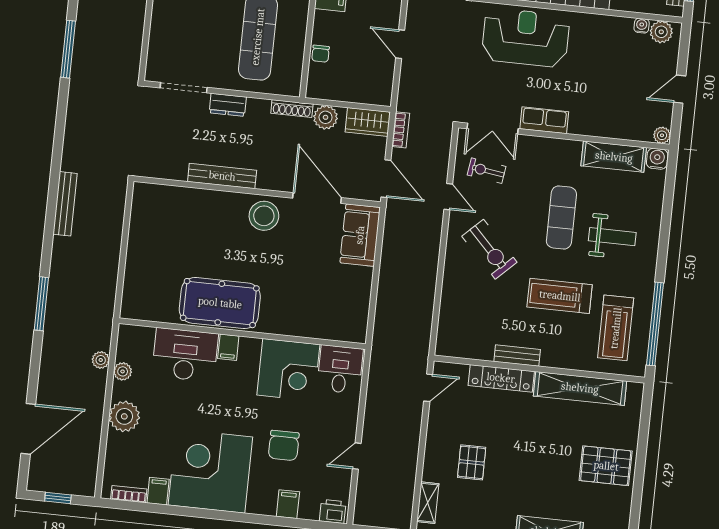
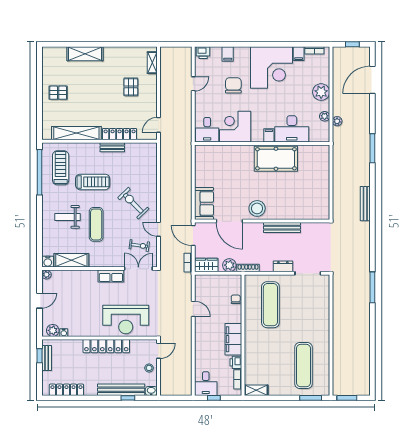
pallet: (606, 466) -> (58, 93), width x0.67, depth x0.71

